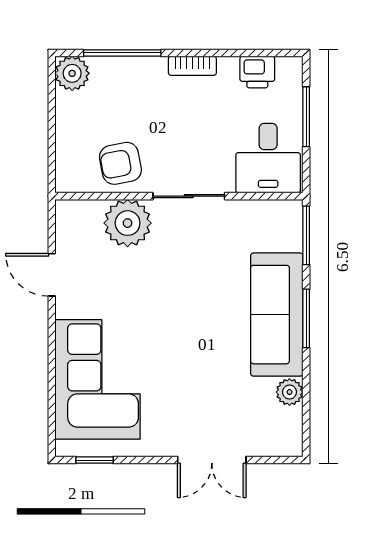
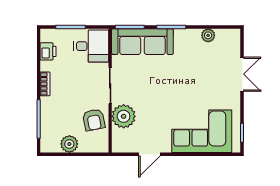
plant: (72, 73) -> (69, 144), moved
sofa: (277, 315) -> (142, 42), moved

